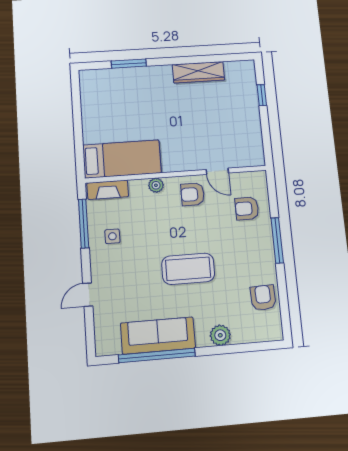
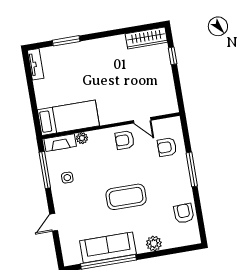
wardrobe: (198, 72) -> (146, 38), moved
tv unit: (87, 88) -> (36, 64), added
plant: (156, 185) -> (82, 138), moved

